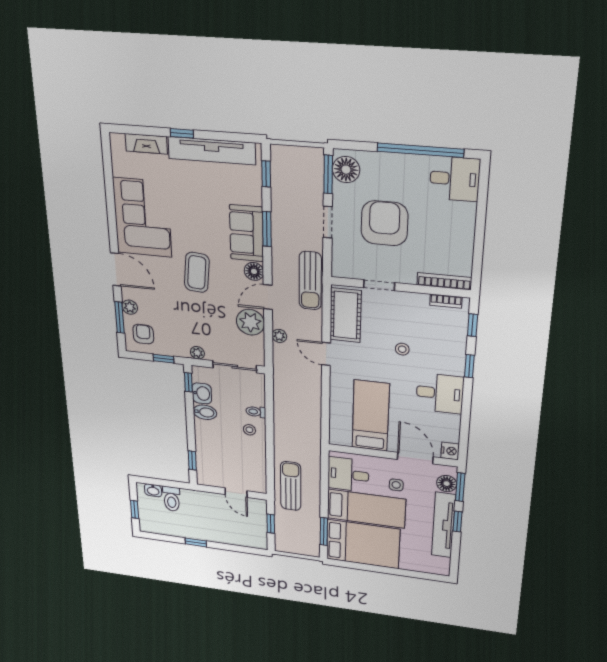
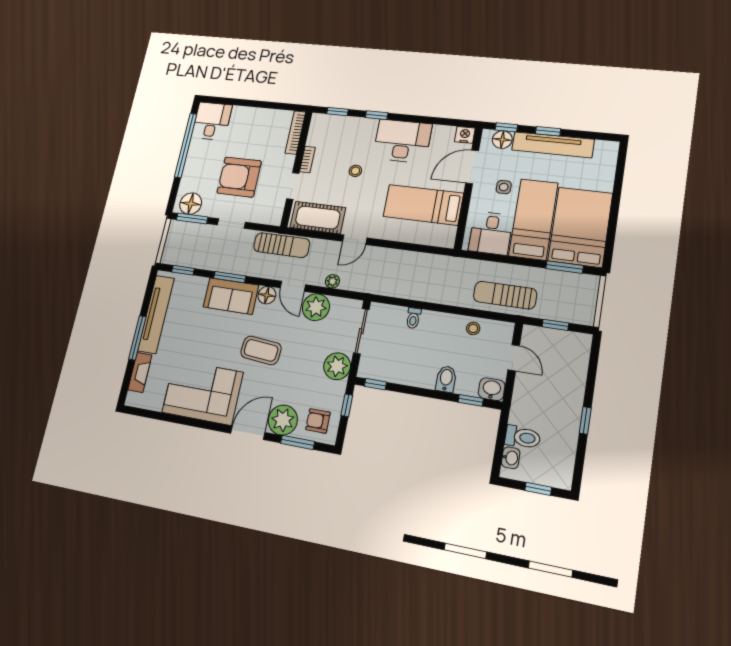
window: (182, 133) -> (137, 338), width x2.17
bookcase: (446, 301) -> (307, 160), moved
plant: (130, 307) -> (283, 420), width x1.88, depth x1.88
plant: (197, 353) -> (337, 366), width x1.87, depth x1.87
washbasin: (202, 393) -> (492, 389), moved
desk: (440, 393) -> (402, 141), width x1.37
bidet: (205, 412) -> (446, 379), moved
stool: (249, 430) -> (473, 328), moved
window: (460, 487) -> (506, 127), width x0.67
door: (236, 493) -> (514, 358), hinge flipped

